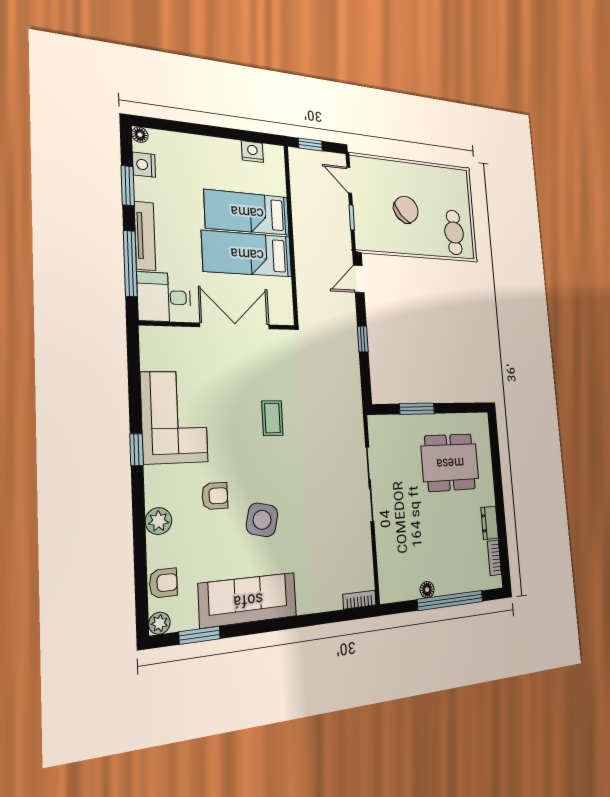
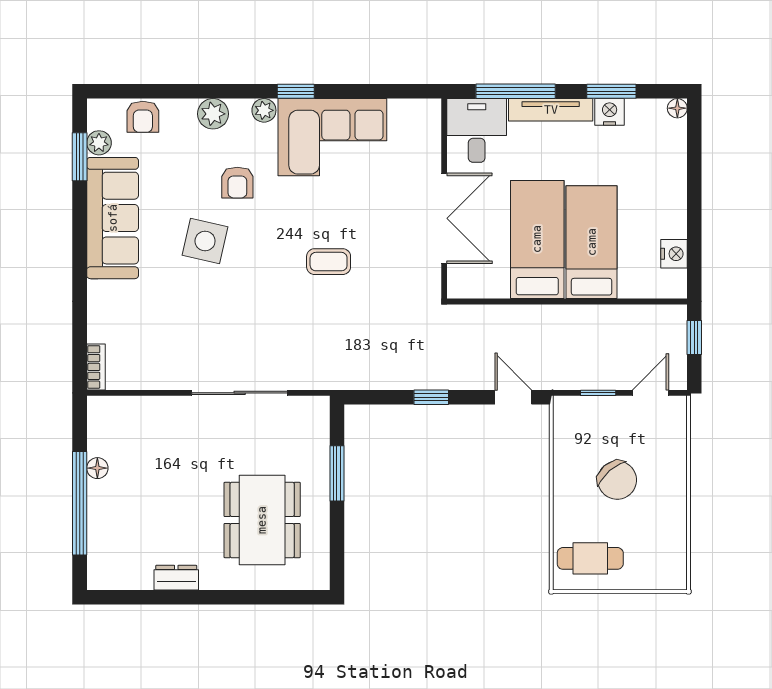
nightstand: (144, 165) -> (610, 112), moved
plant: (154, 477) -> (264, 110), added
bookcase: (494, 558) -> (128, 581), removed
plant: (159, 623) -> (99, 143), moved

